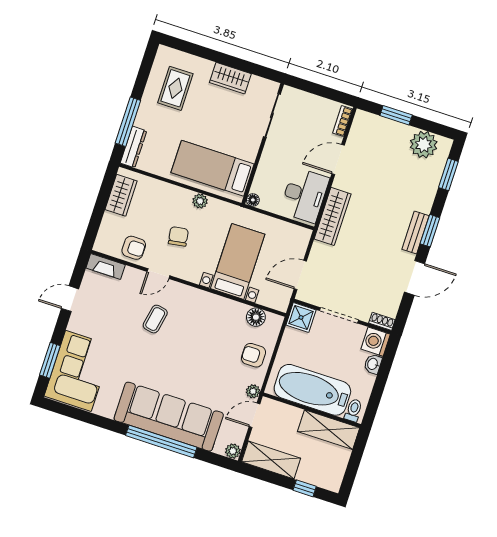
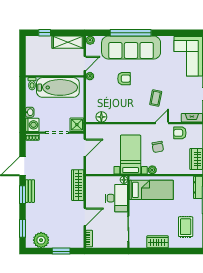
desk: (304, 195) -> (117, 198), moved, turned 180
bed with nightstands: (238, 261) -> (131, 155), moved, turned 180
armchair: (254, 355) -> (124, 79), moved
shelving: (329, 430) -> (42, 69), removed

